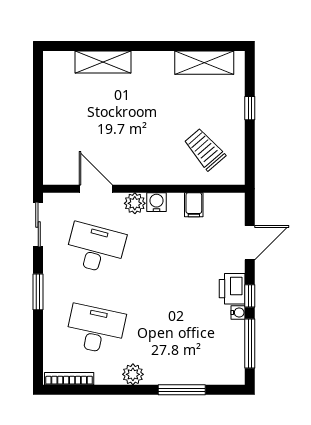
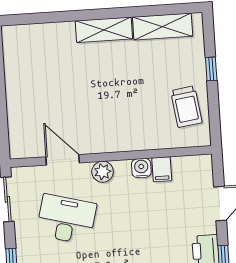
shelving: (103, 62) -> (104, 30), moved
trolley: (205, 149) -> (186, 107), moved, turned -147
water cooler: (156, 202) -> (141, 168), moved

